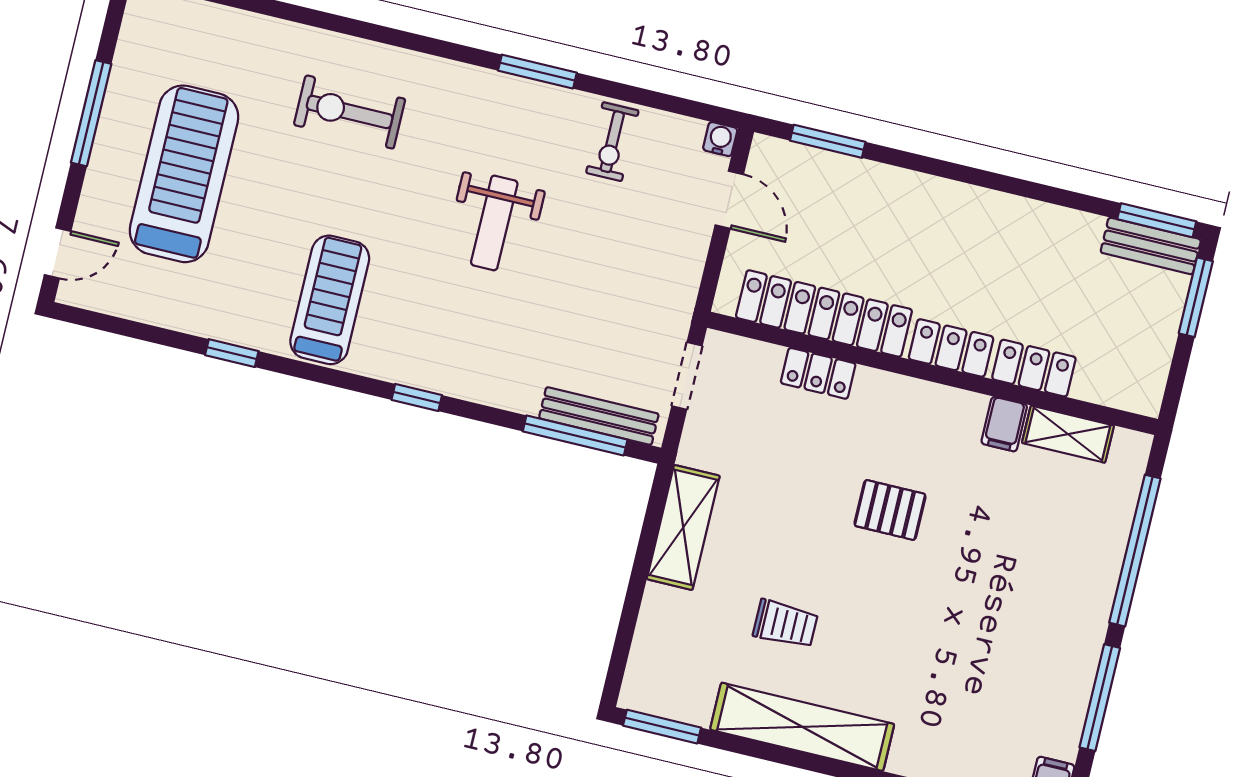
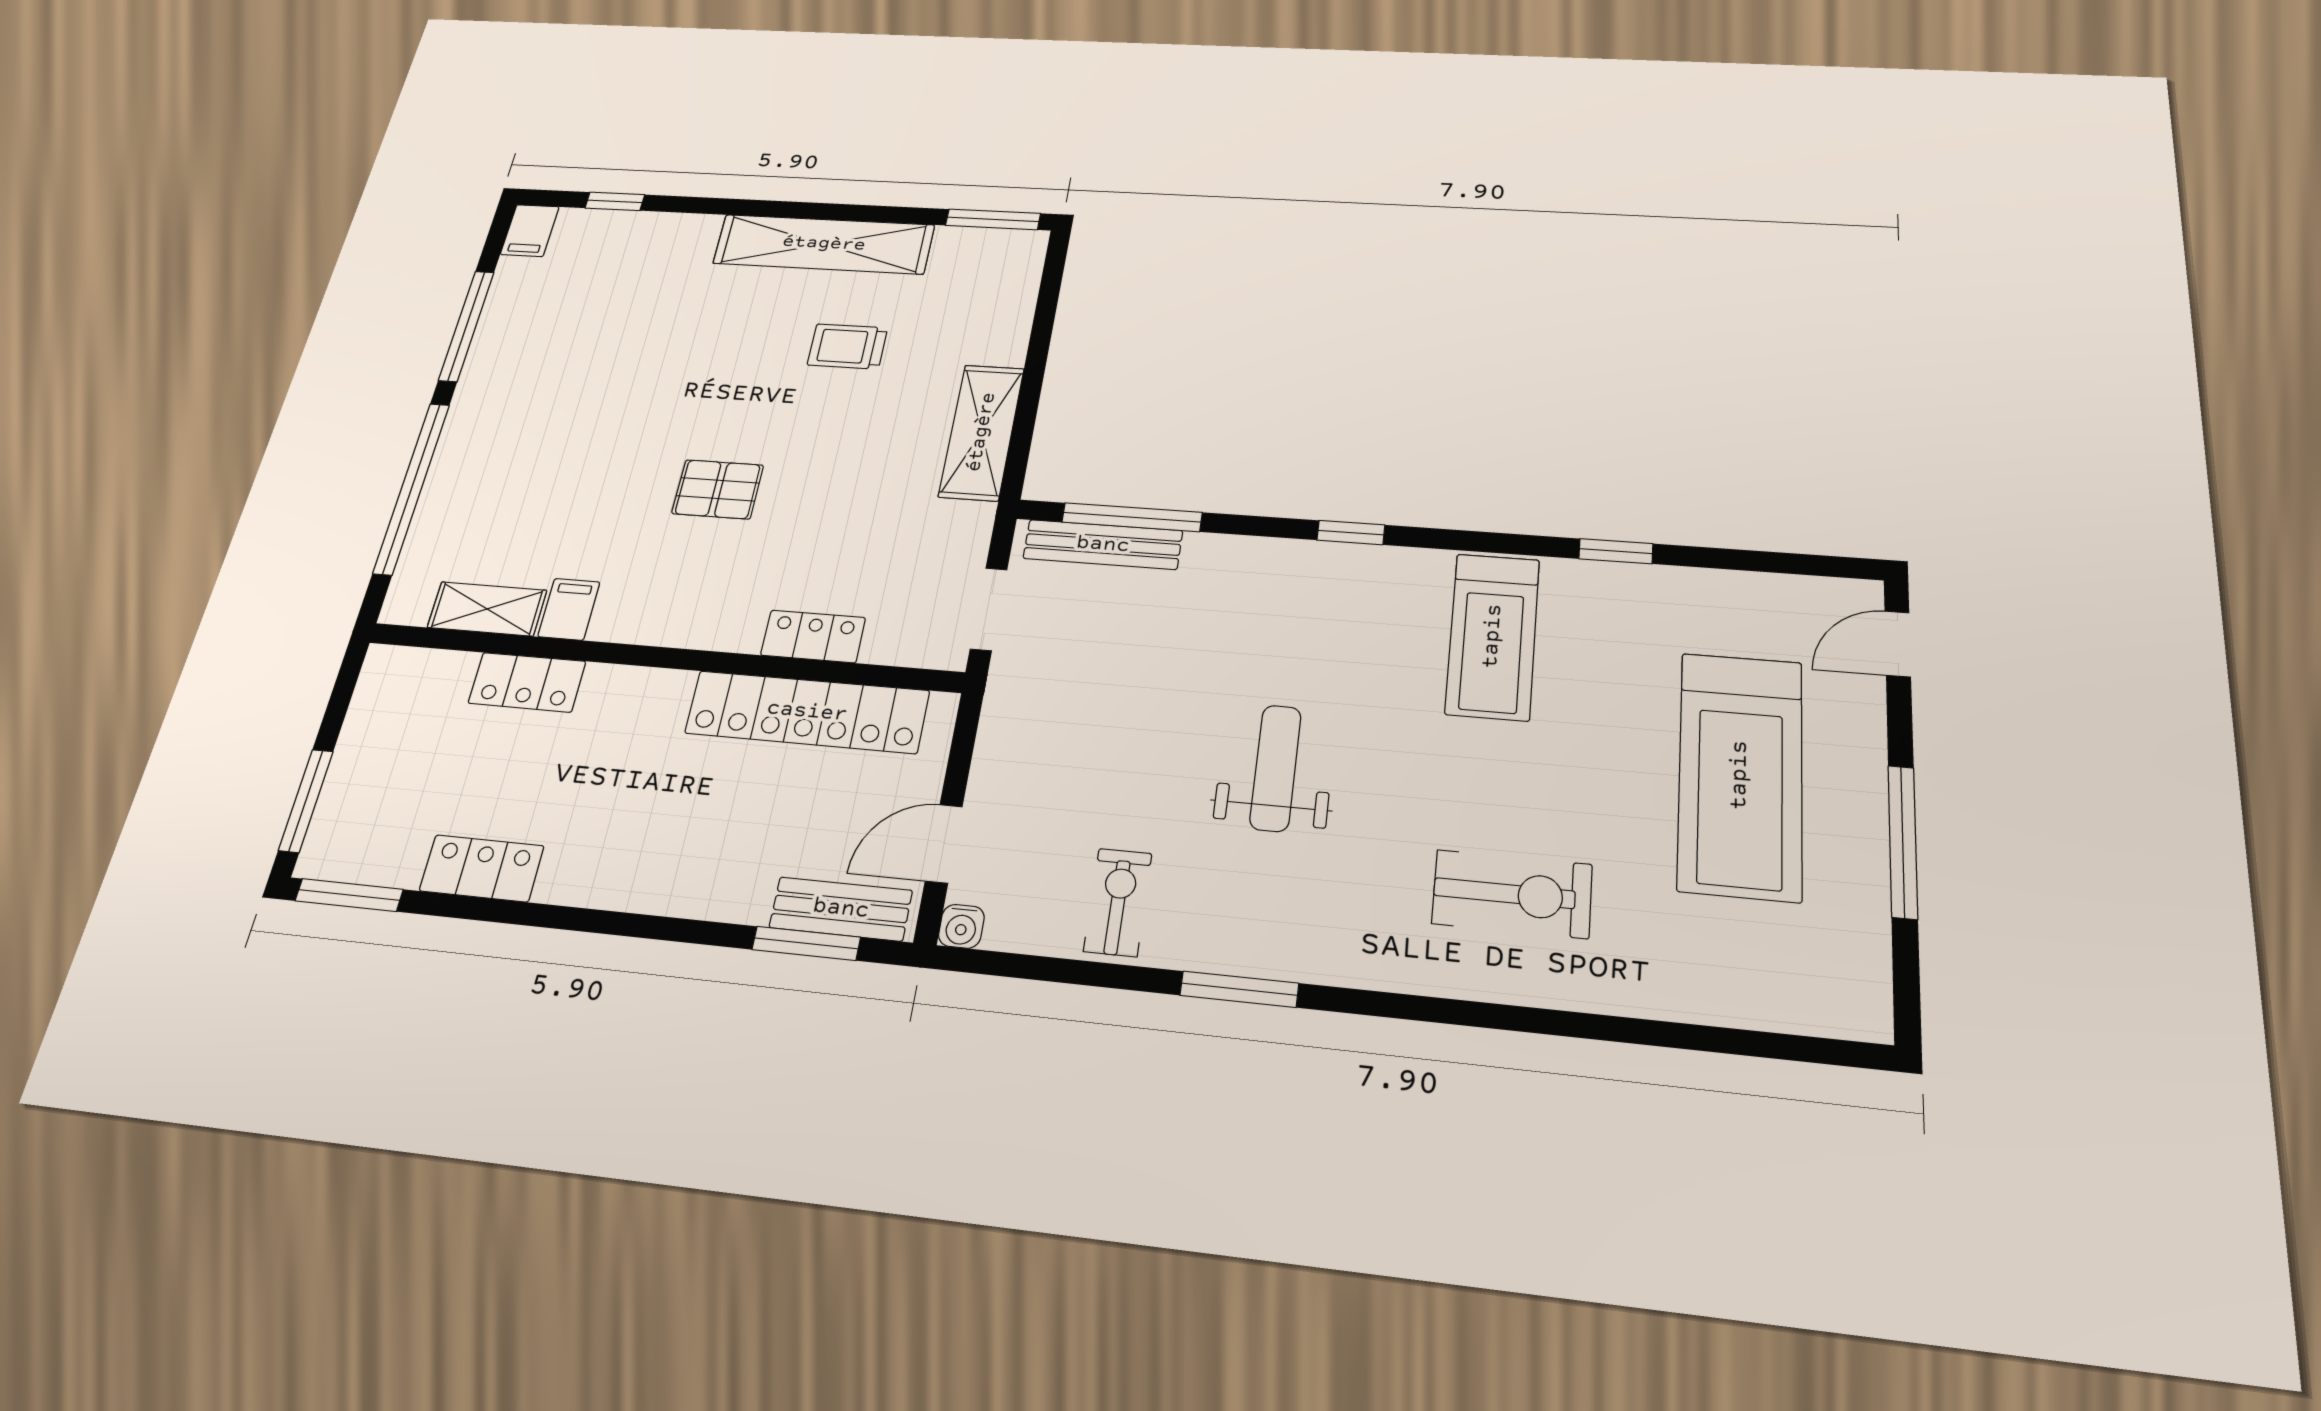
door: (729, 200) -> (944, 844), hinge flipped
bench: (1151, 246) -> (841, 909), moved
locker: (951, 348) -> (482, 868), moved, turned 180

